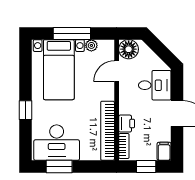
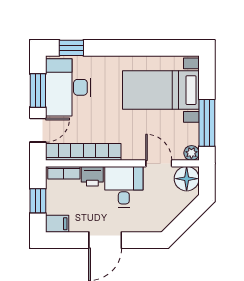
window: (72, 33) -> (207, 123), moved
plant: (91, 45) -> (191, 153), moved
desk: (155, 85) -> (124, 187), moved, turned 180
window: (26, 110) -> (71, 48), moved
door: (90, 167) -> (38, 130), added

